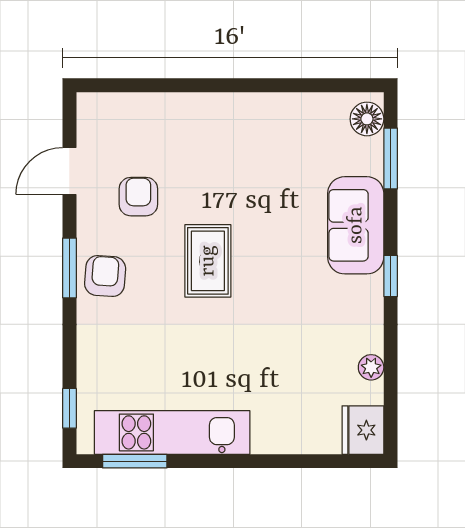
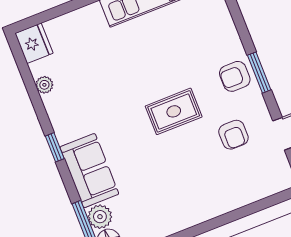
plant: (366, 156) -> (100, 217), added
rug: (208, 261) -> (174, 111), turned 90
armchair: (105, 276) -> (235, 76), turned 86

